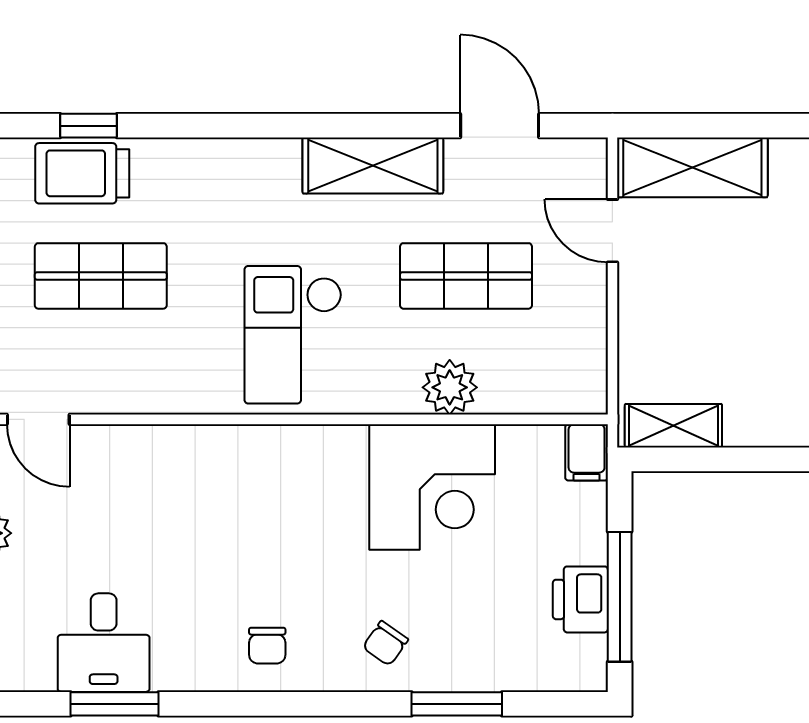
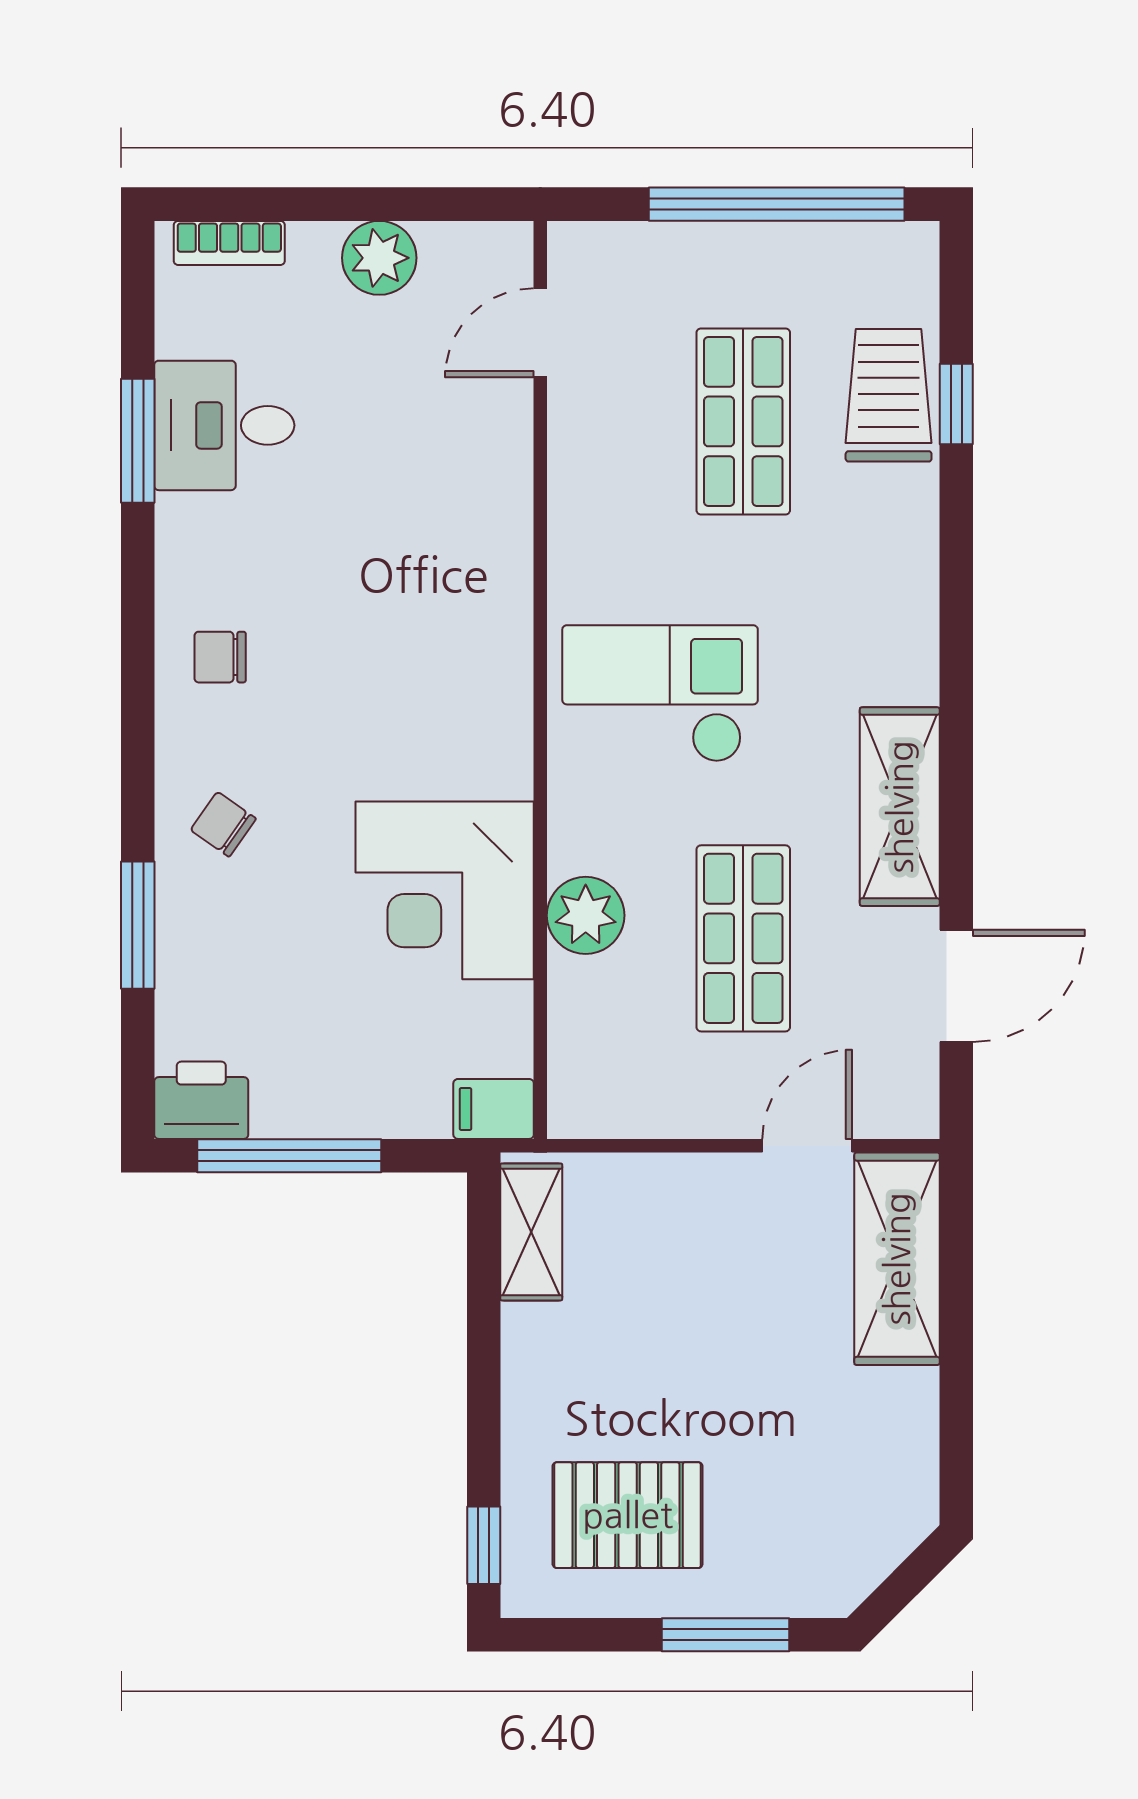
printer: (580, 599) -> (201, 1100), moved

